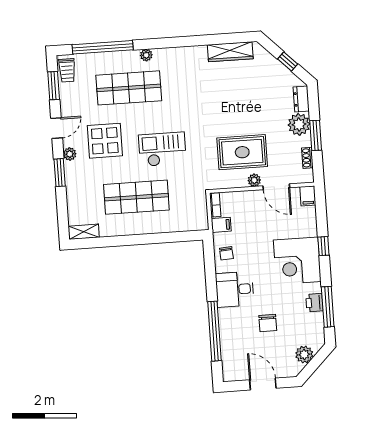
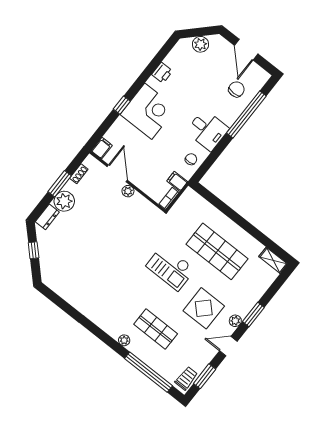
wardrobe: (230, 52) -> (66, 292), removed
shop shelf: (129, 88) -> (156, 329), width x0.70, depth x0.74
rug: (242, 152) -> (119, 217), removed
window: (328, 307) -> (156, 62), removed
chair: (268, 323) -> (236, 89), moved

